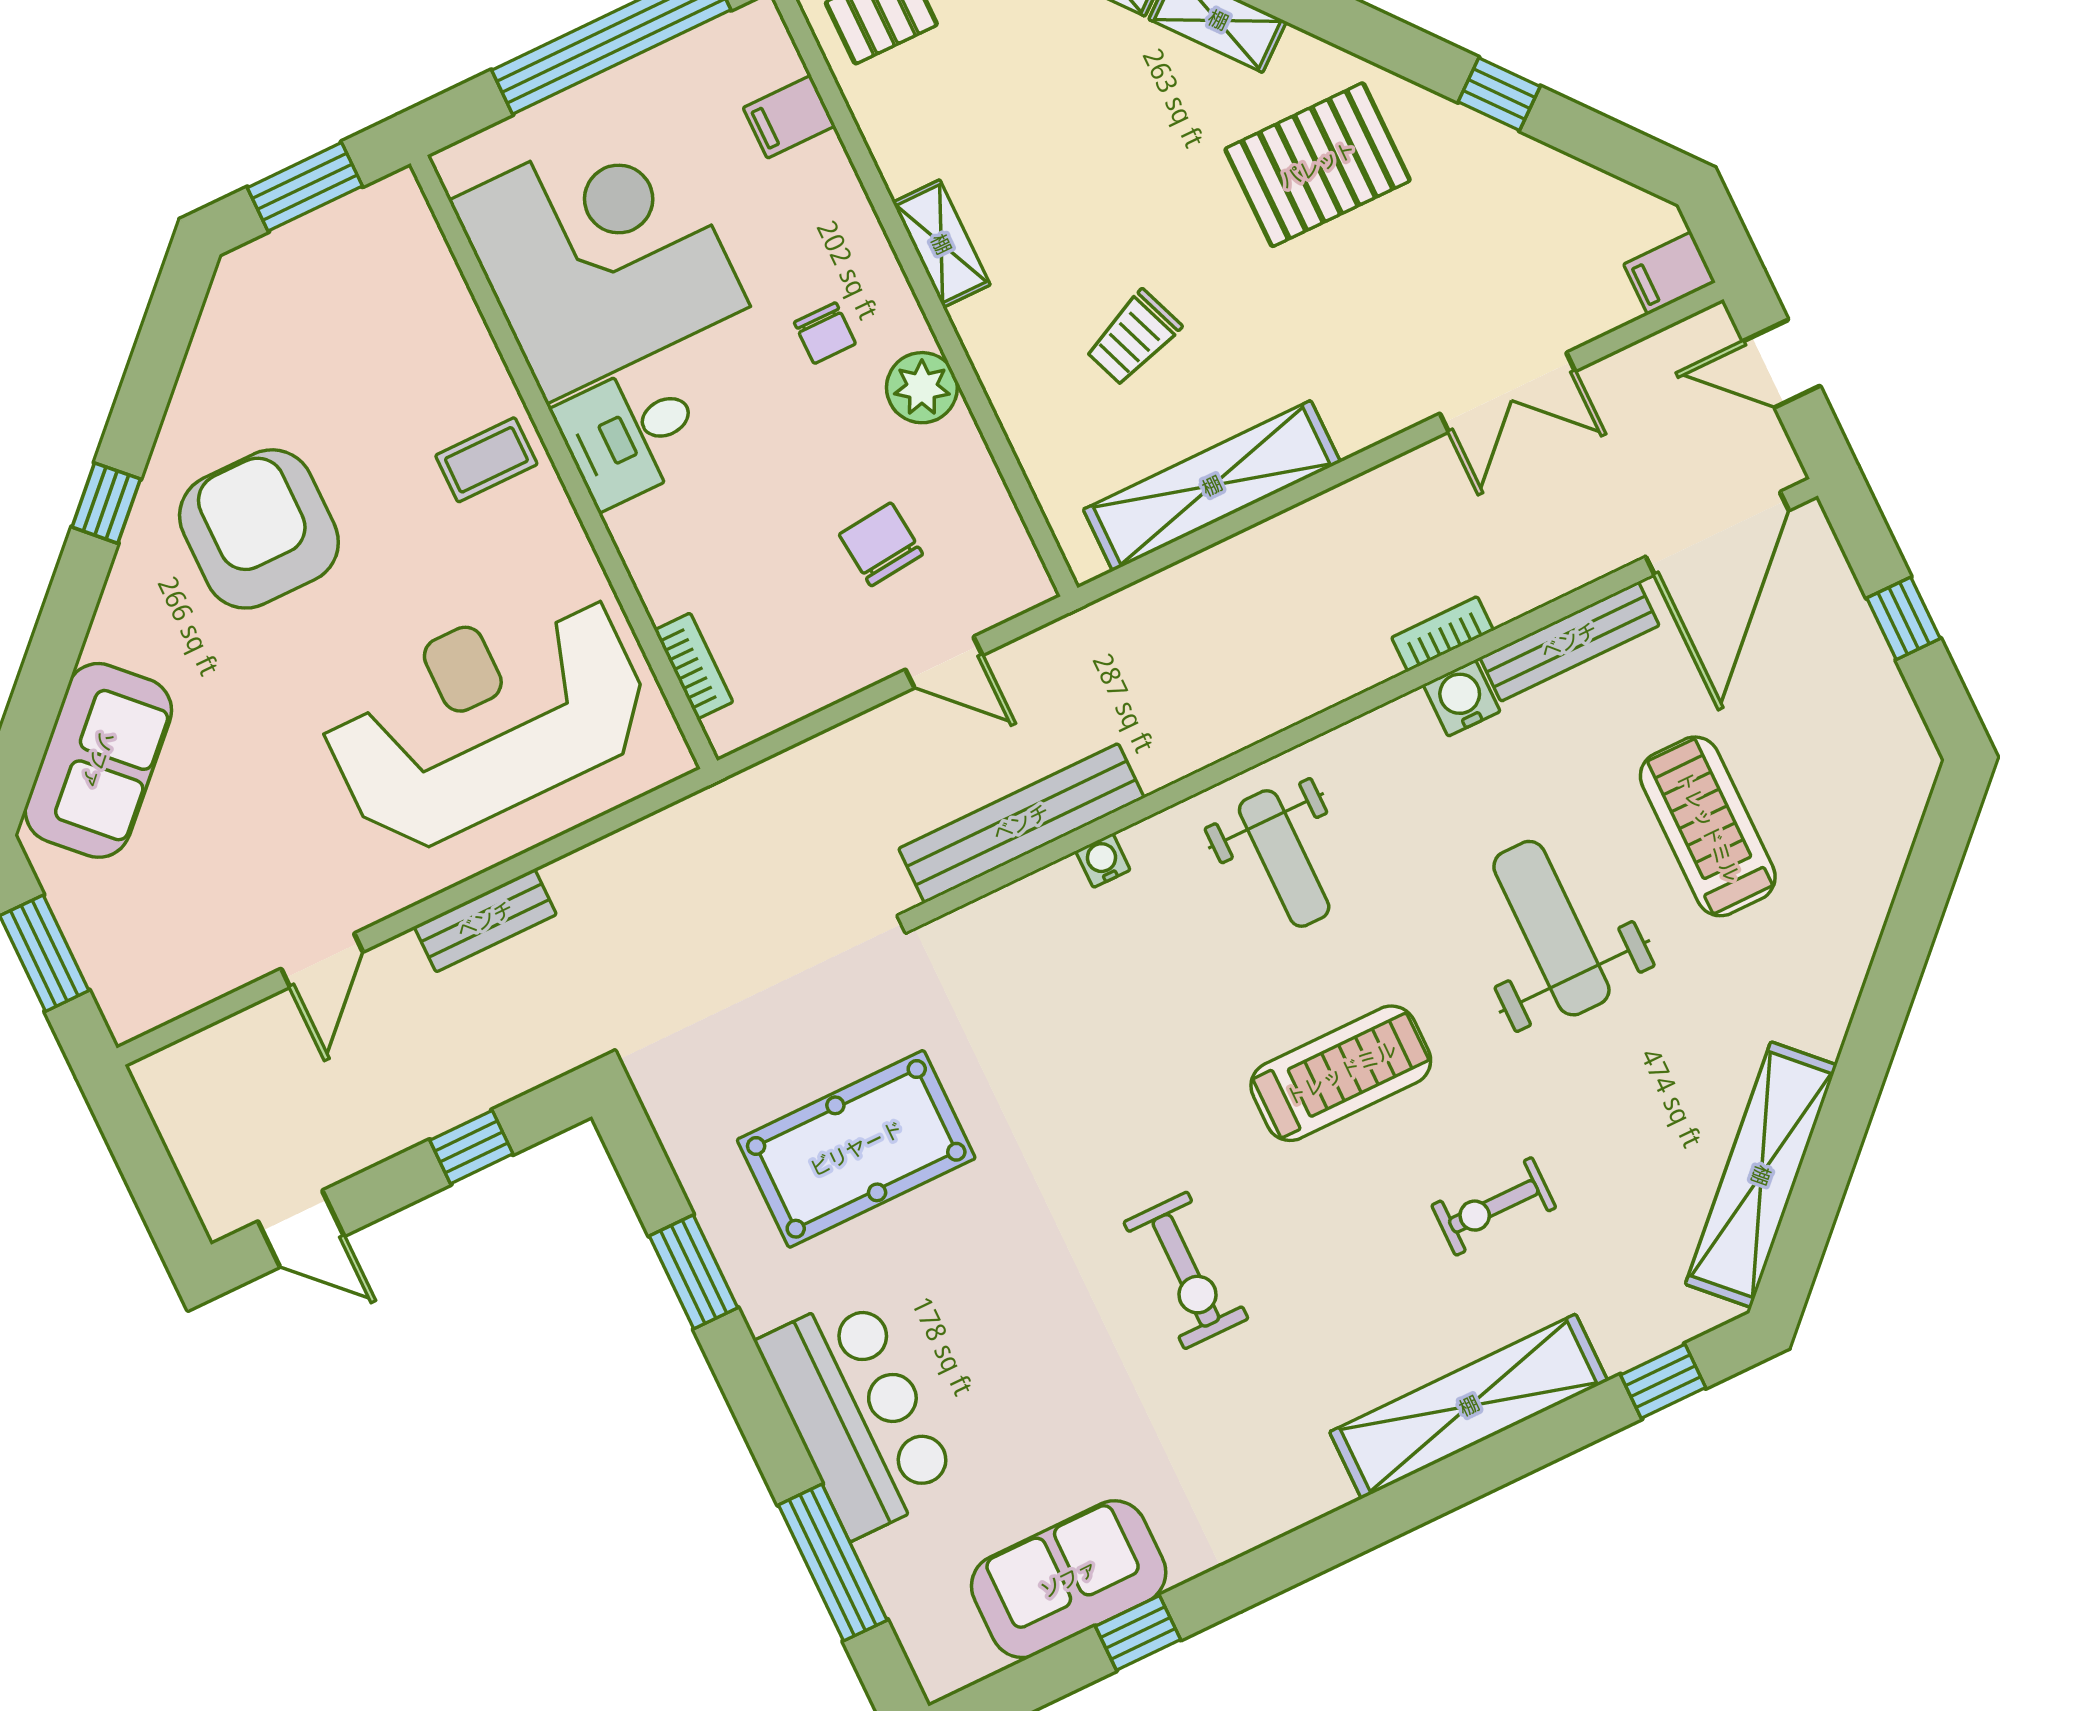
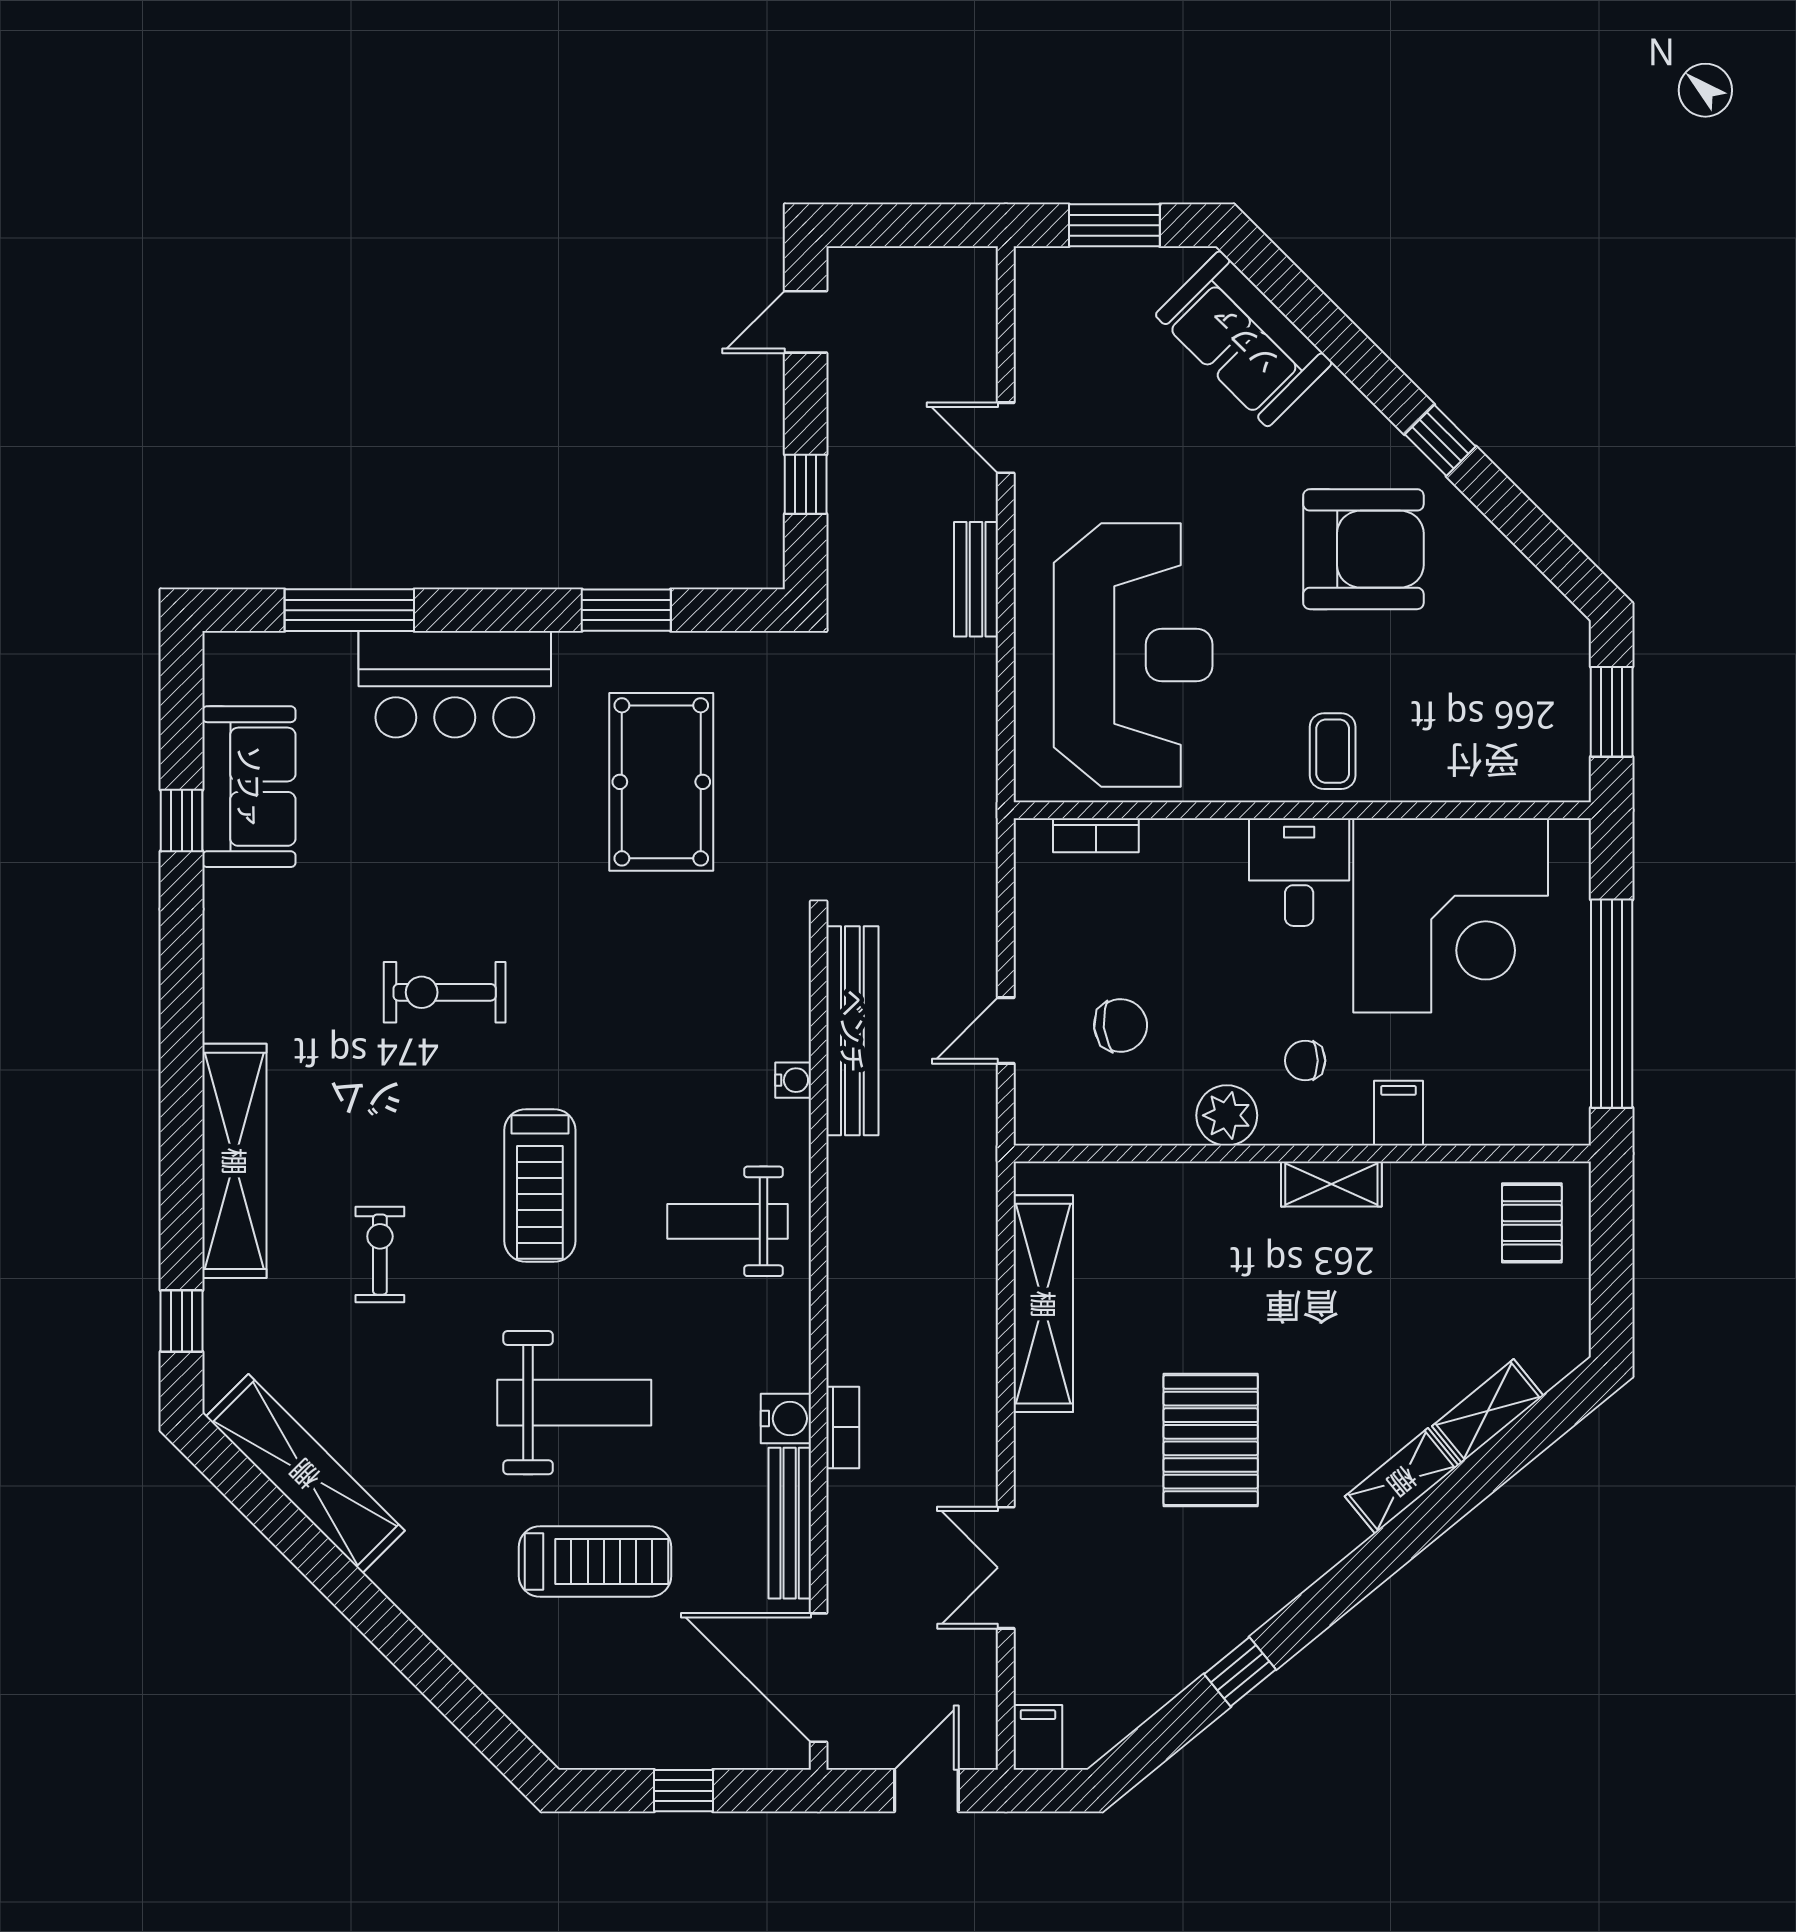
filing cabinet: (789, 117) -> (1399, 1113), moved
pallet: (1318, 165) -> (1211, 1440), moved
trolley: (1133, 338) -> (1187, 1298), removed

